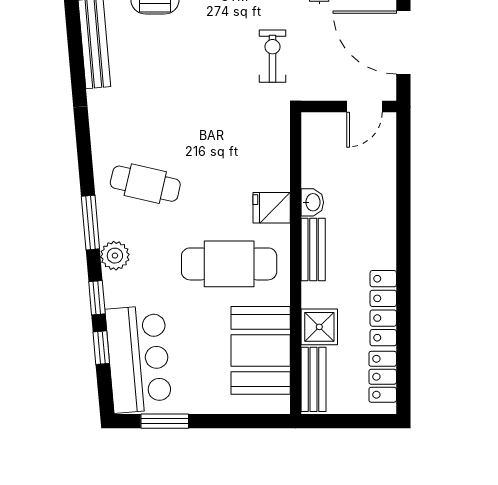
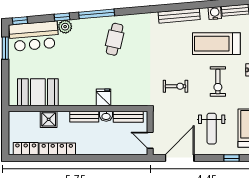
exercise bike: (272, 56) -> (176, 86), moved
window: (90, 223) -> (97, 14), width x1.44
plant: (115, 256) -> (65, 27), moved
cafe table: (229, 264) -> (78, 78), removed
window: (101, 348) -> (20, 21), moved
bench: (313, 379) -> (128, 117), moved

